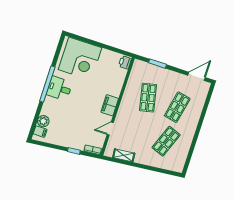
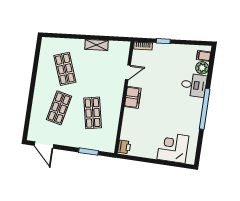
corner desk: (80, 59) -> (173, 148), width x0.74, depth x0.74
door: (196, 76) -> (44, 145), hinge flipped
desk: (59, 88) -> (194, 85), moved
shop shelf: (166, 141) -> (65, 69), turned -42
shelving: (124, 155) -> (96, 45), moved

